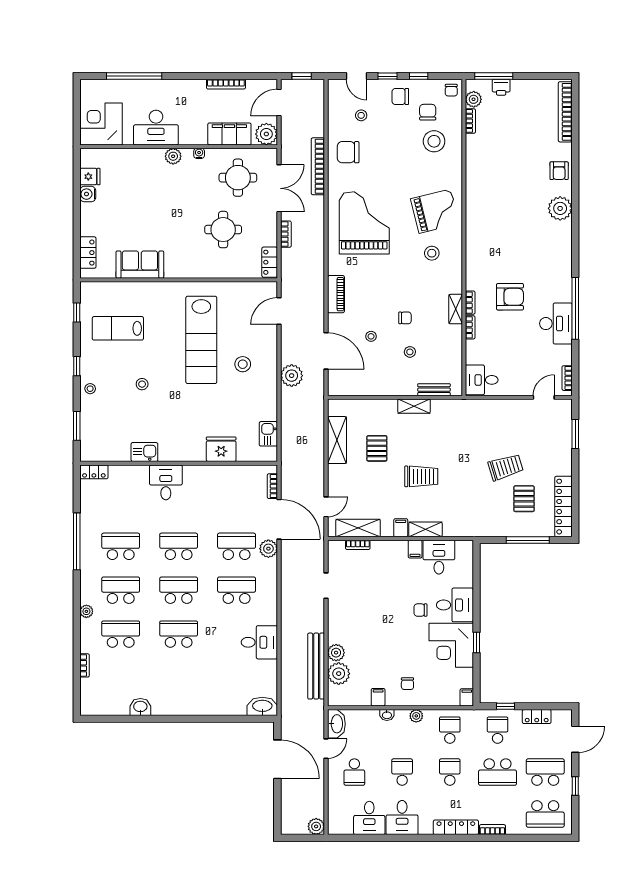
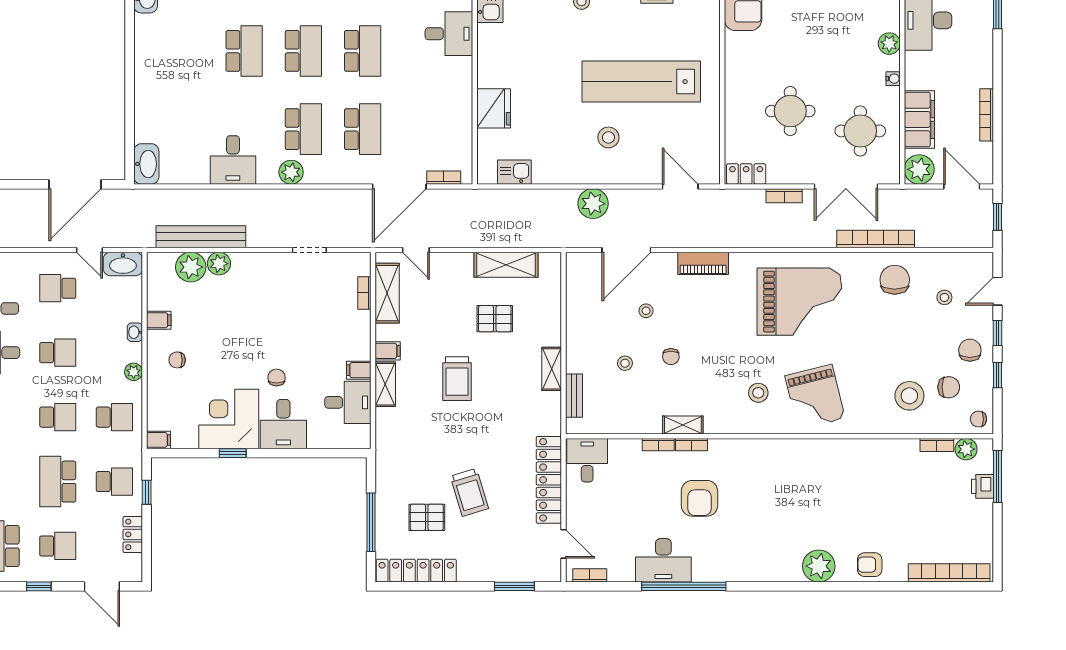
locker: (496, 408) -> (549, 480), added
plant: (268, 549) -> (291, 172), moved
school desk: (545, 772) -> (58, 546), width x0.54

